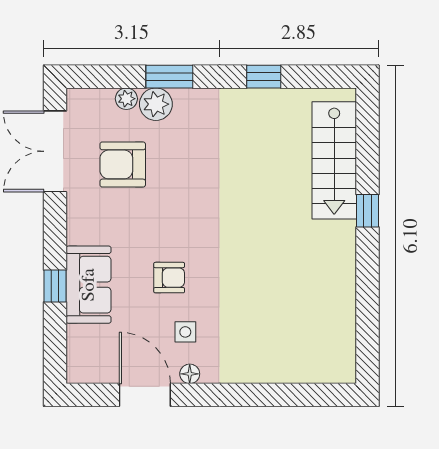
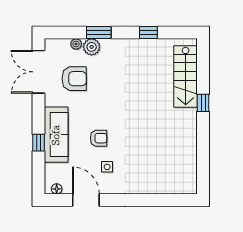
armchair: (123, 164) -> (74, 79), turned 180
sofa: (89, 285) -> (56, 135), width x1.36
floor lamp: (190, 374) -> (57, 189), moved

